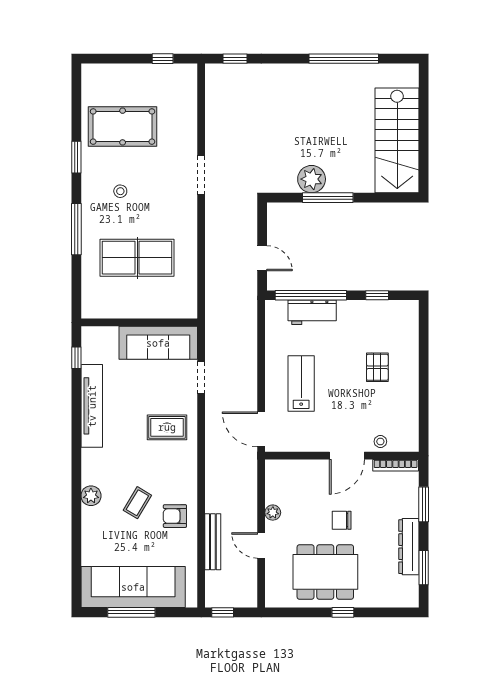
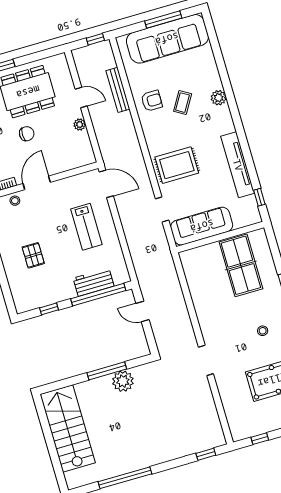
table tennis table: (137, 258) -> (241, 265), moved, turned 90
rug: (167, 427) -> (177, 165), width x1.36, depth x1.43

